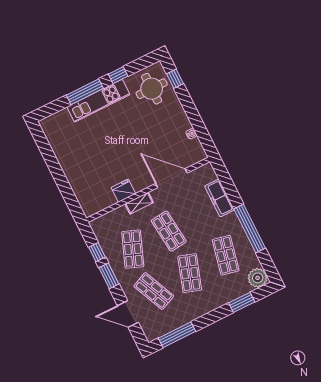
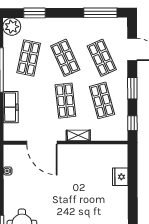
fridge: (123, 191) -> (120, 177), moved, turned 90
shop shelf: (133, 249) -> (102, 100), turned -36
window: (97, 252) -> (132, 123), moved
shop shelf: (190, 273) -> (65, 58), turned -42

